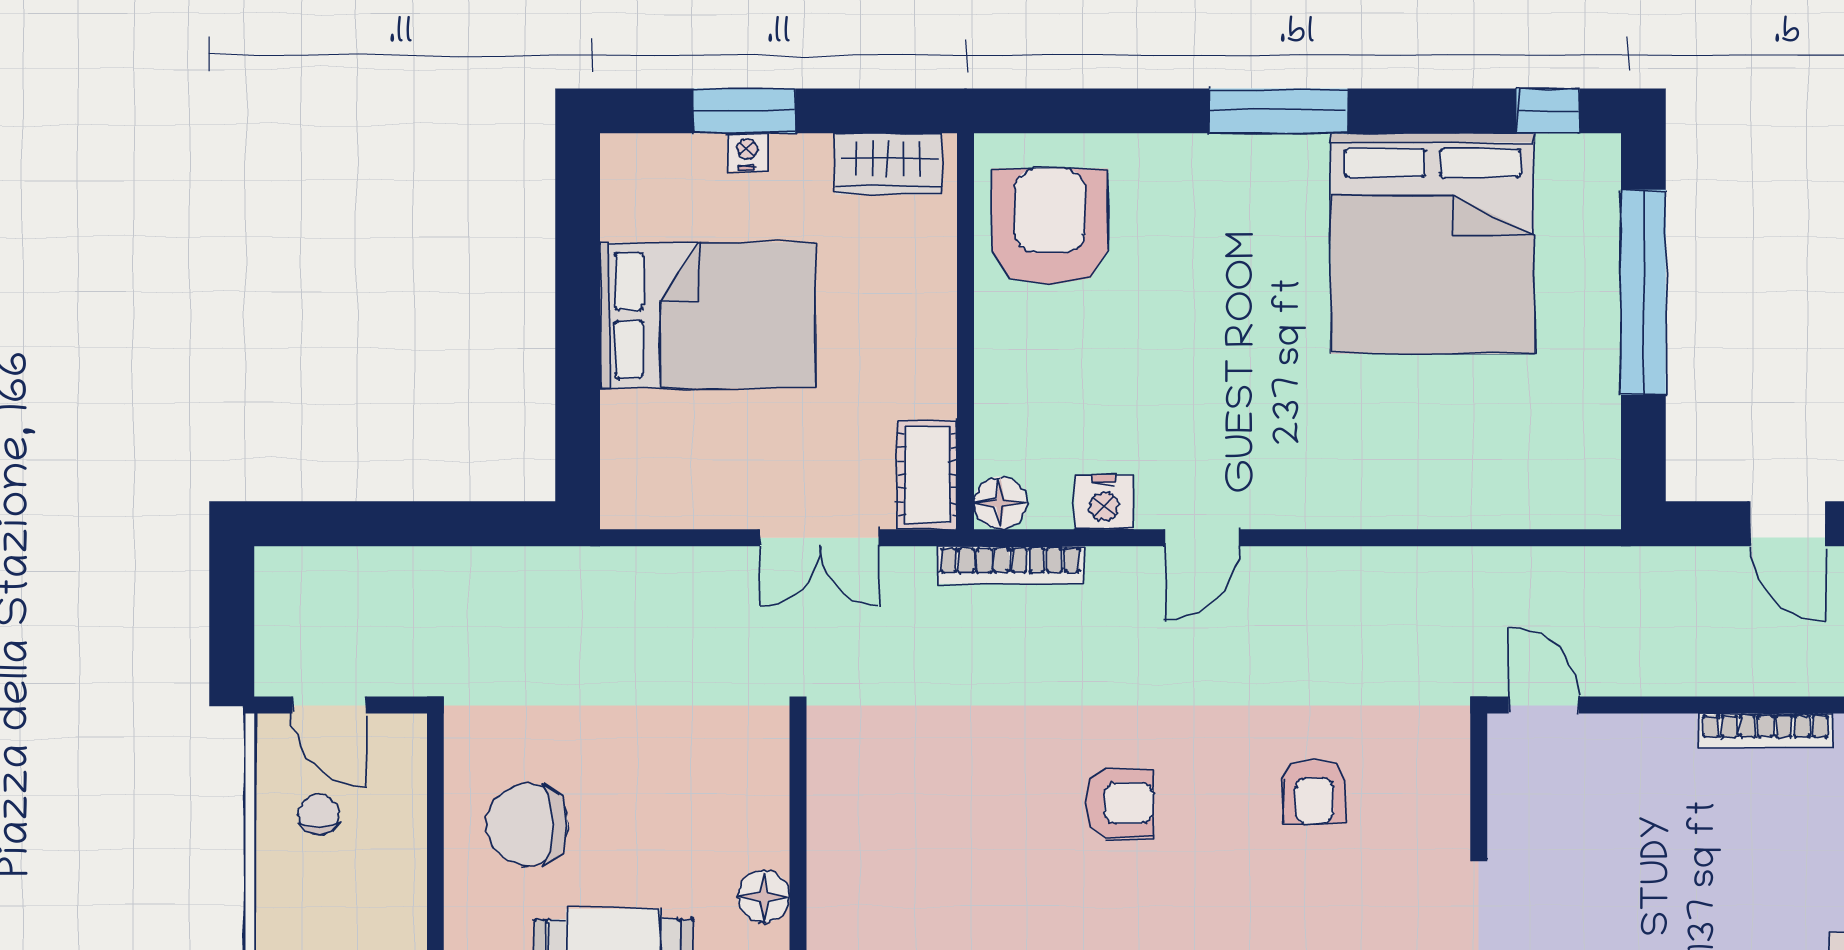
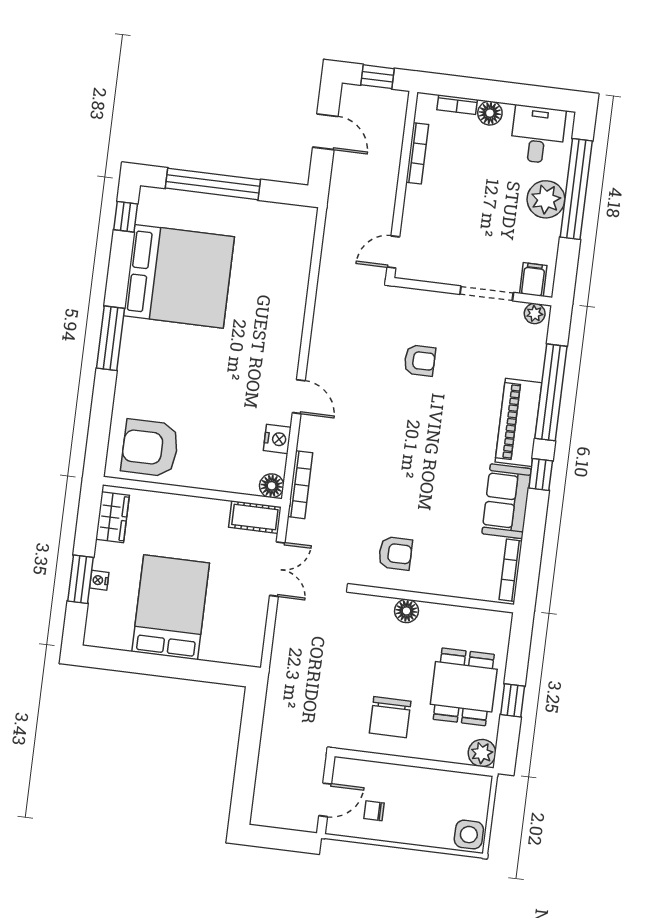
door: (1788, 524) -> (325, 132), hinge flipped
armchair: (1119, 803) -> (395, 553), moved, turned 90
floor lamp: (764, 896) -> (406, 611), moved

